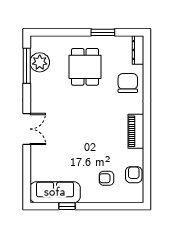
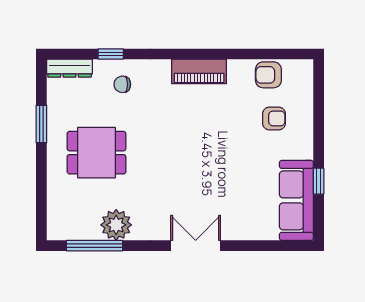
plant: (40, 62) -> (116, 225), moved
window: (147, 76) -> (111, 54), added
chair: (128, 83) -> (122, 84), width x0.54, depth x0.54
armchair: (106, 178) -> (274, 118), turned -90

